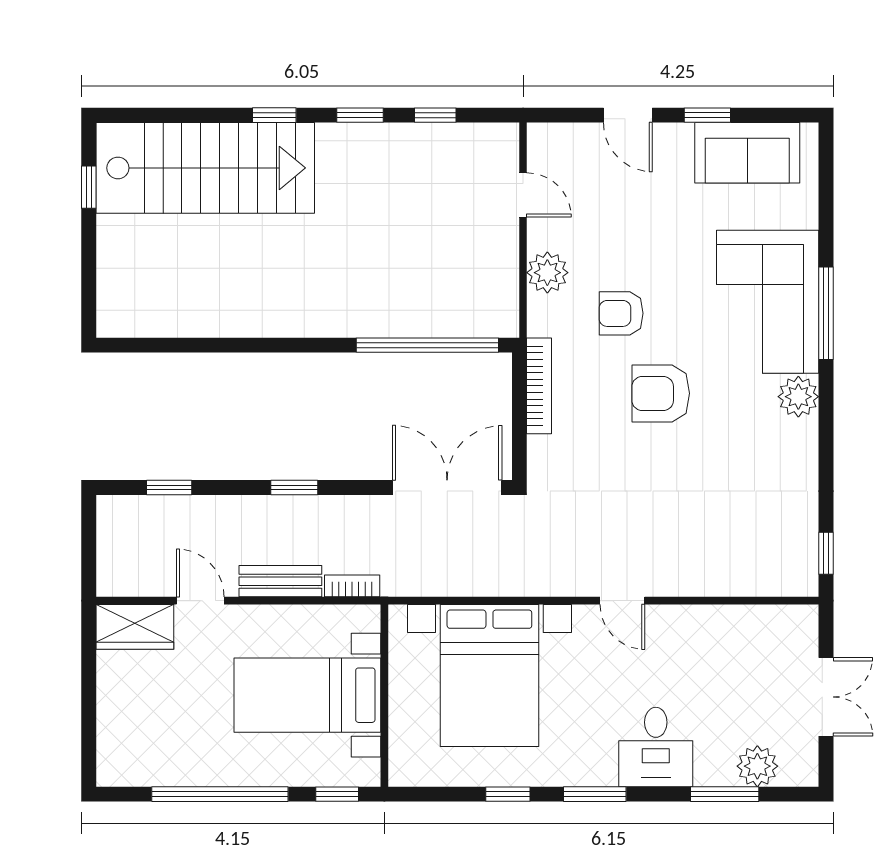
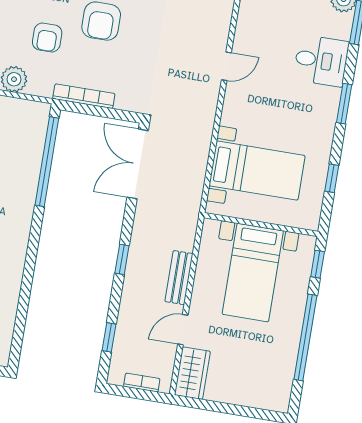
bookcase: (352, 586) -> (142, 383), moved, turned 90
bed with nightstands: (489, 675) -> (257, 171), width x0.73
window: (508, 794) -> (332, 178), moved

